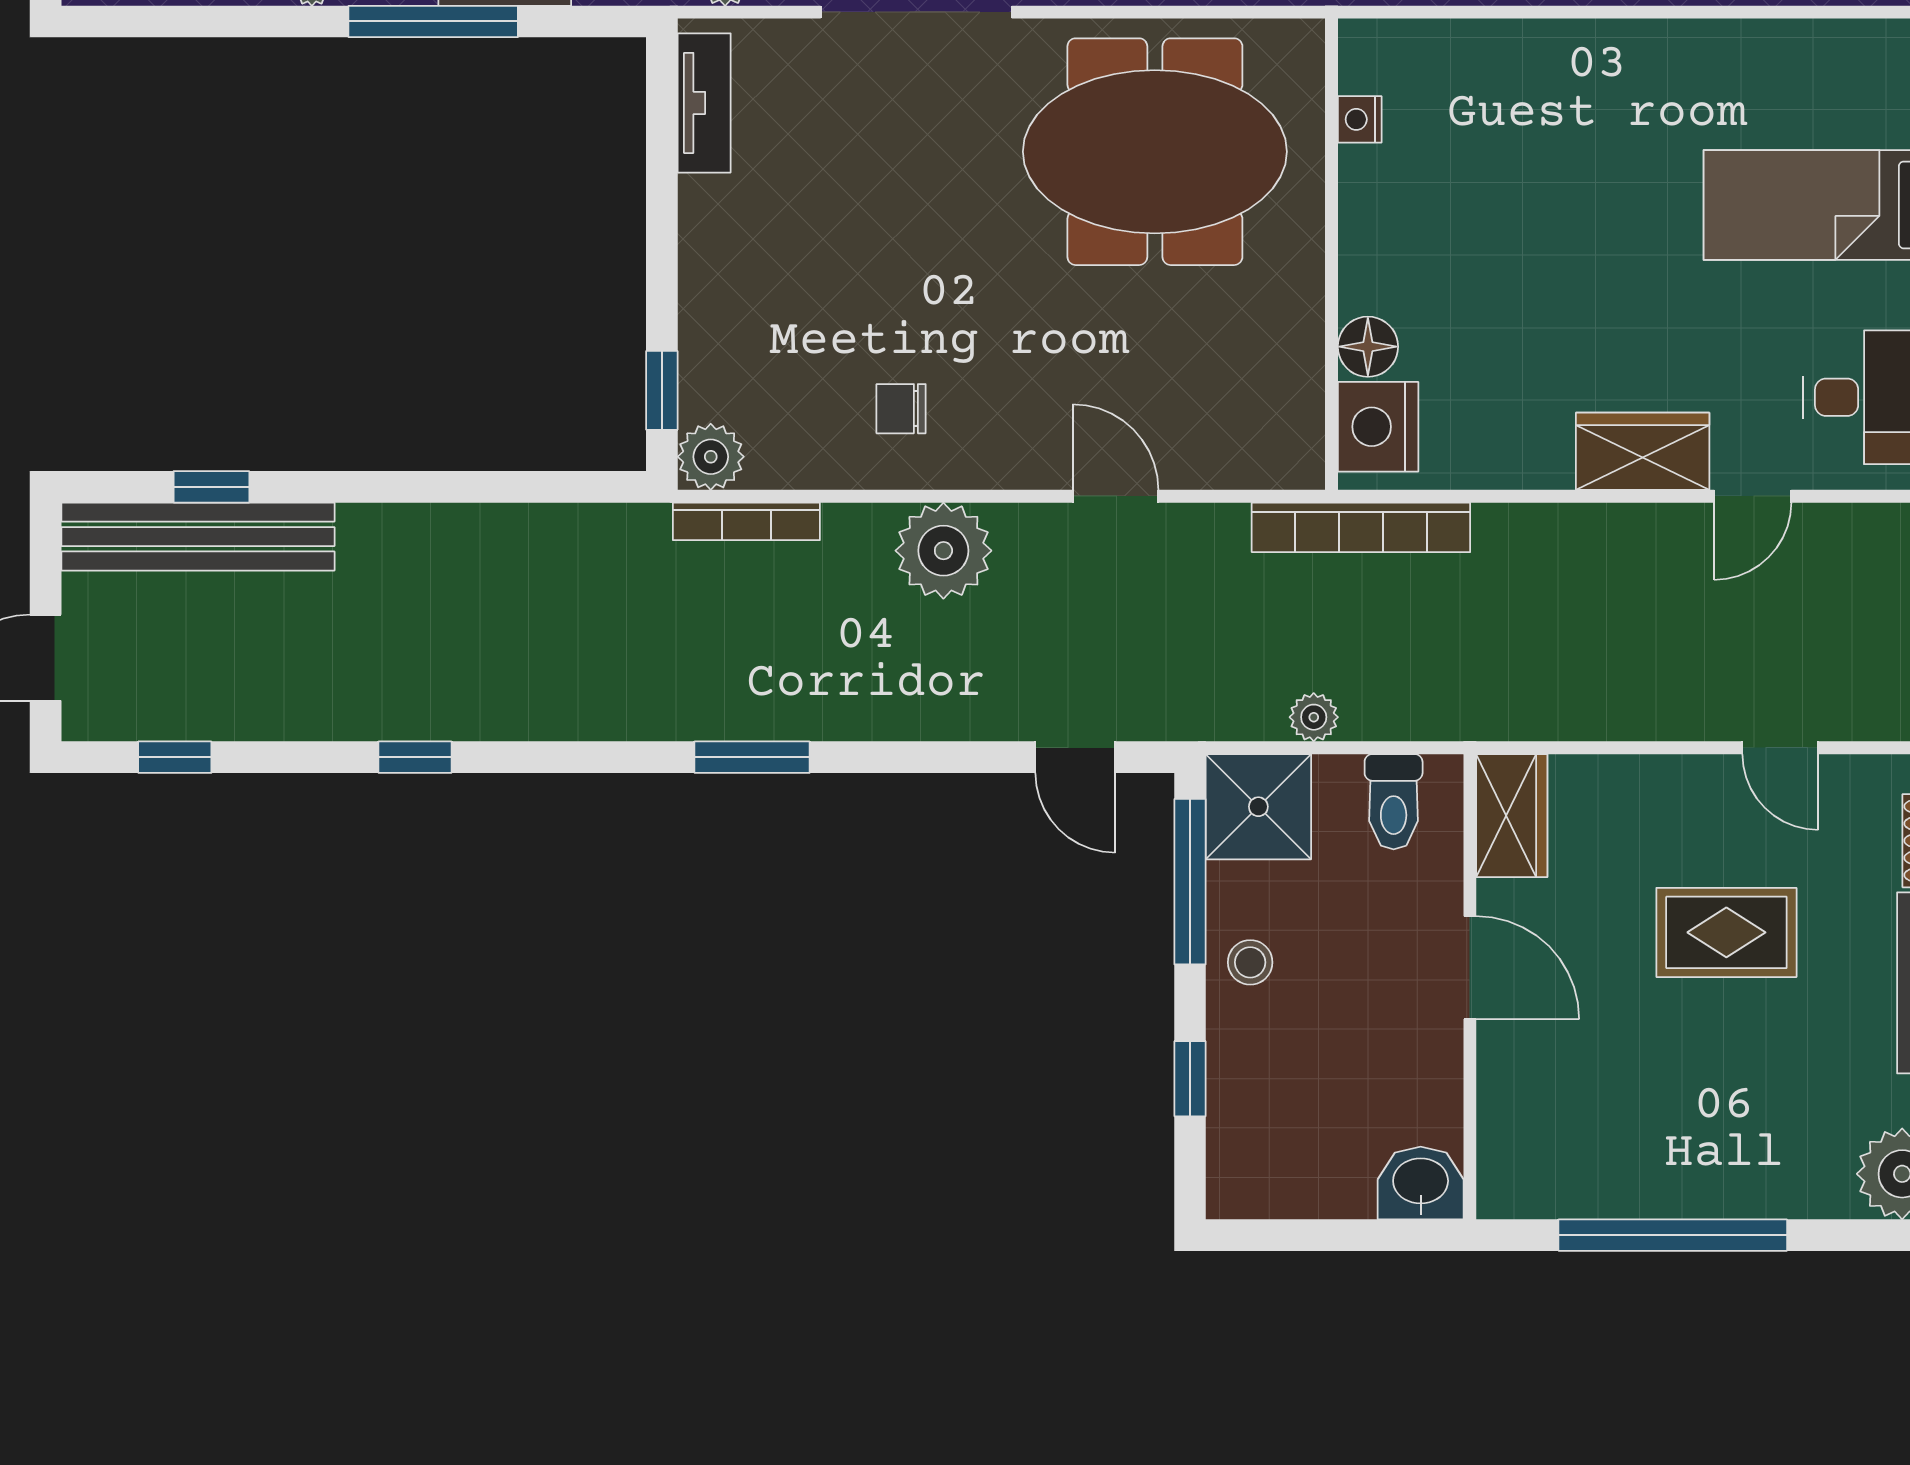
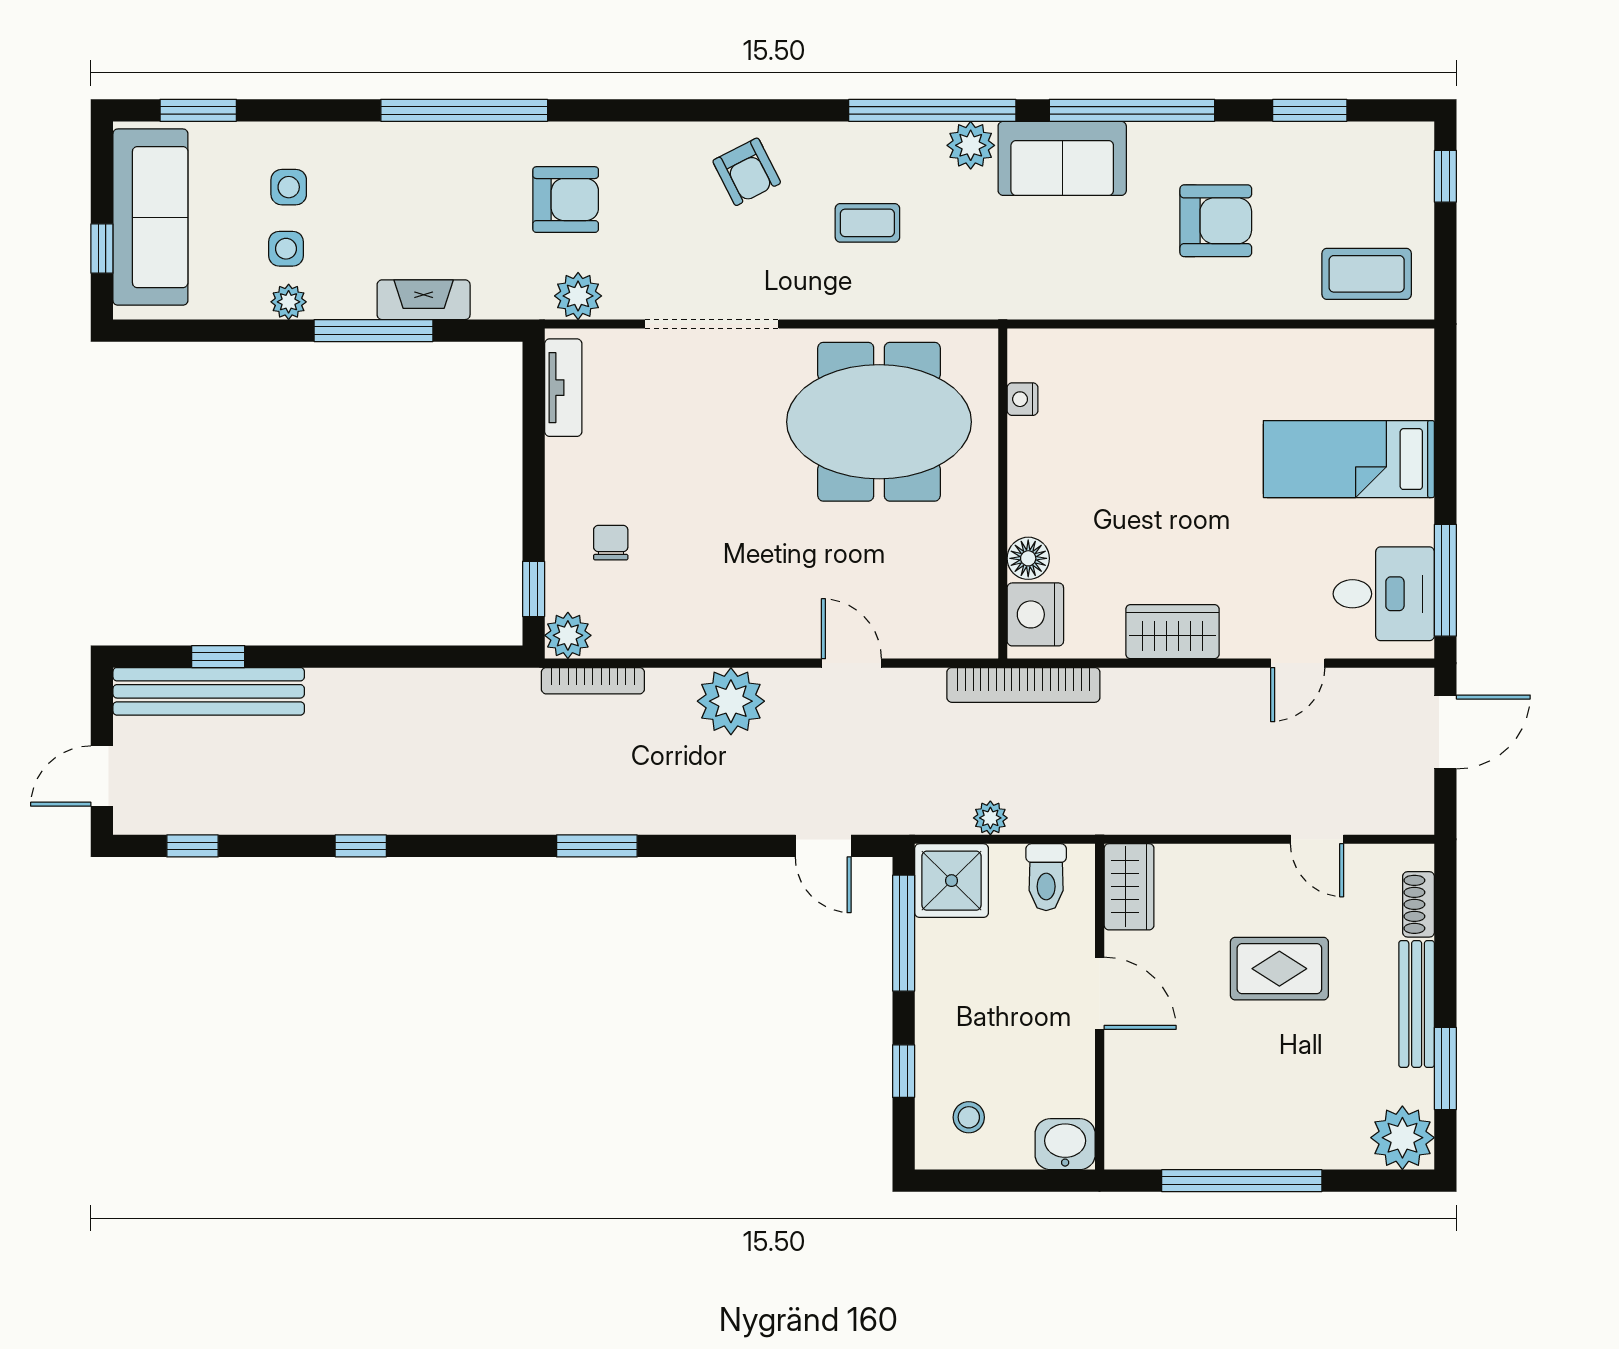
chair: (901, 409) -> (611, 543), moved, turned 90
wardrobe: (1643, 451) -> (1172, 632), moved
stool: (1250, 962) -> (969, 1117), moved

